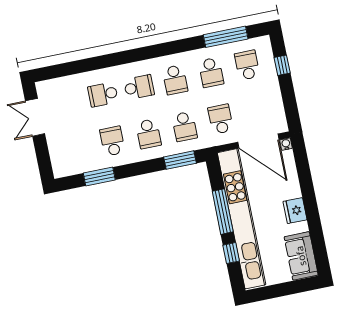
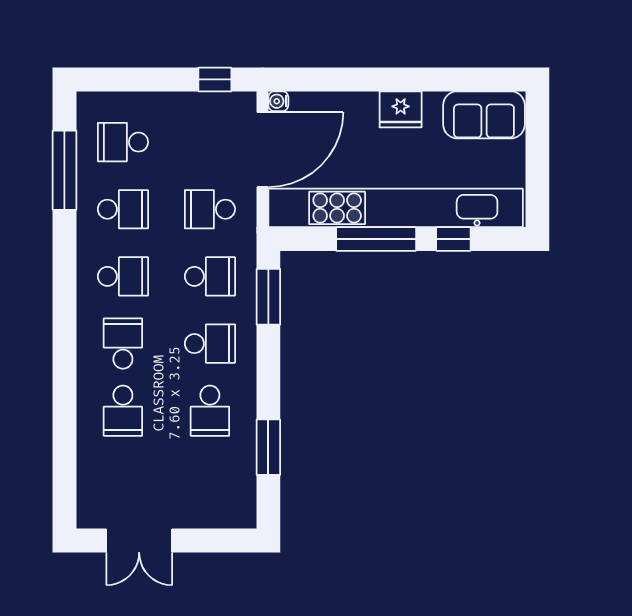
window: (282, 65) -> (215, 79), moved
school desk: (112, 141) -> (210, 411), turned -90

